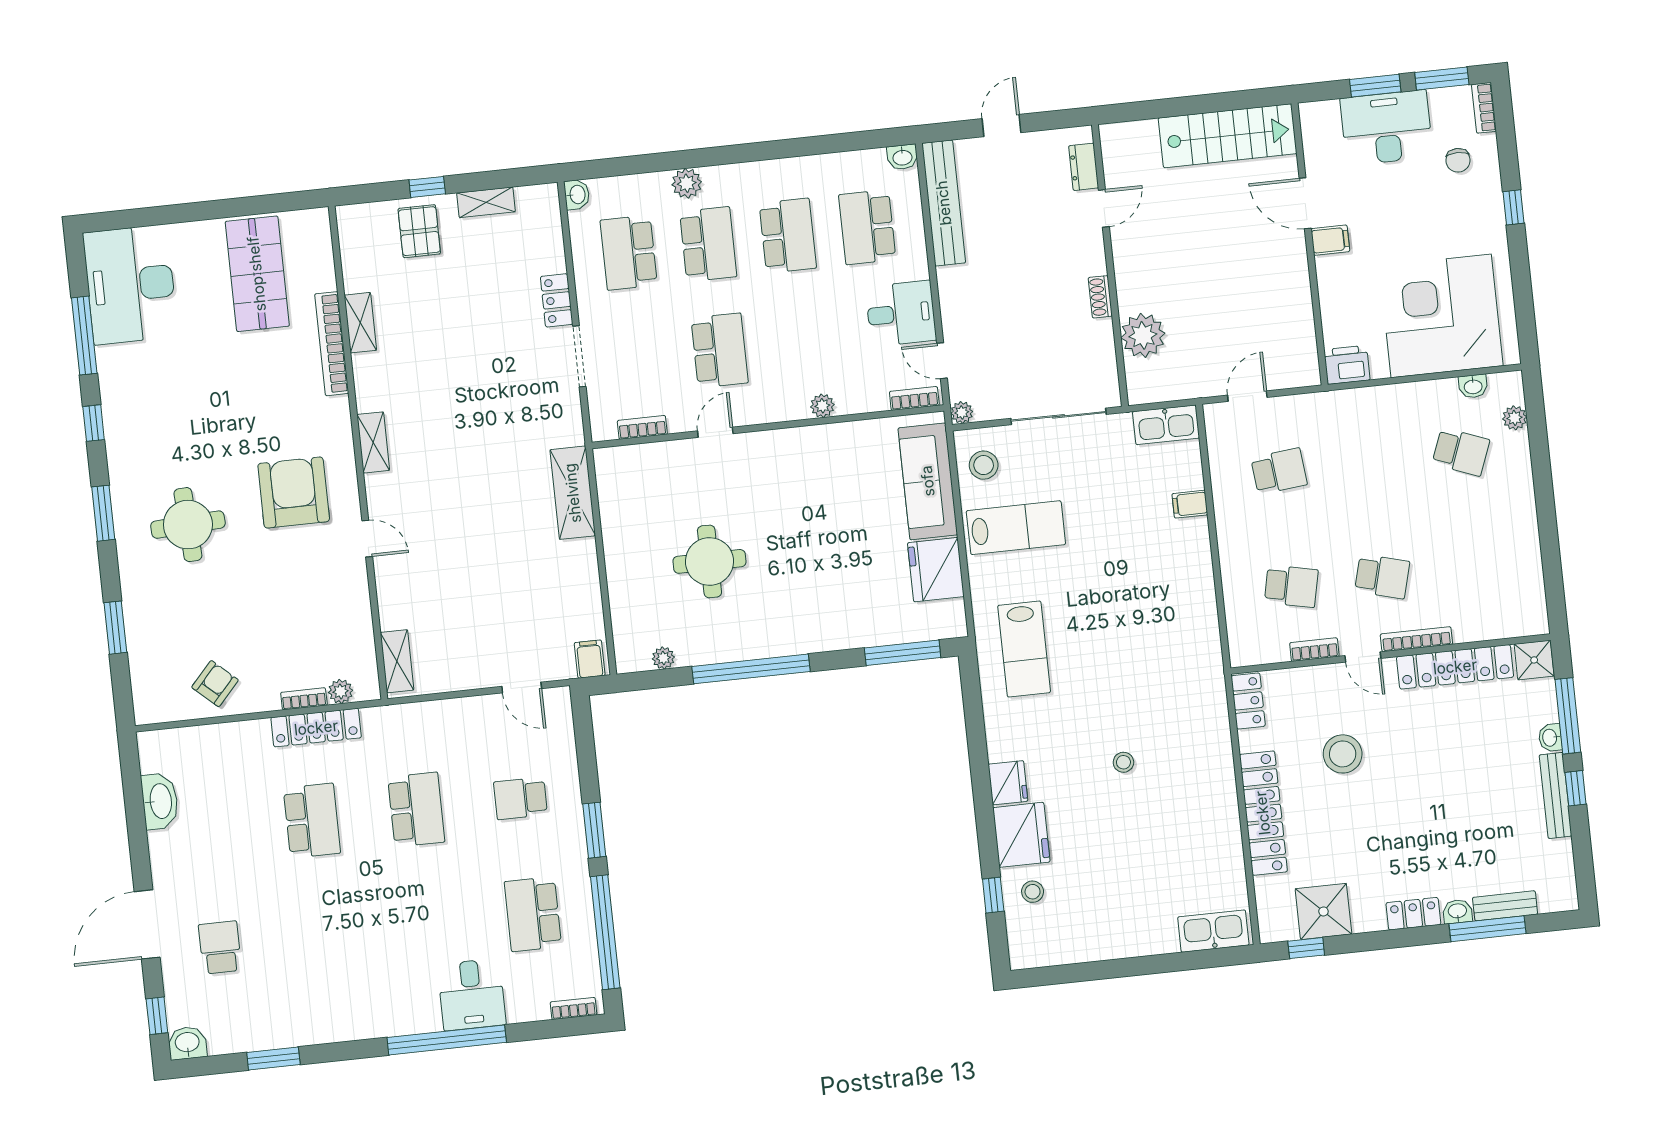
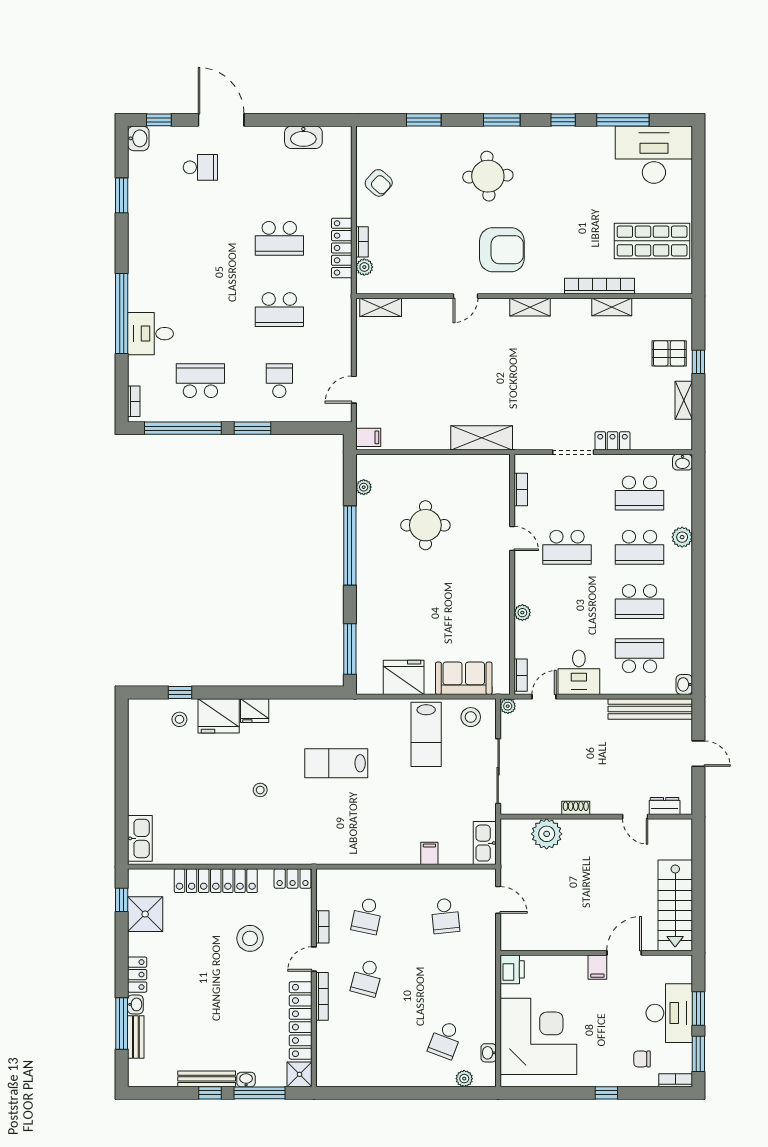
school desk: (629, 253) -> (640, 493), turned 180
sofa: (928, 481) -> (464, 678), width x0.73
lab bench: (1024, 649) -> (336, 763), moved

